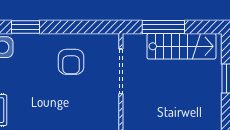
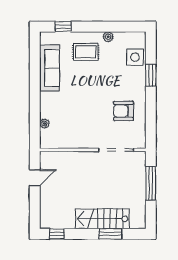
stairs: (181, 46) -> (102, 219), moved, turned 90

